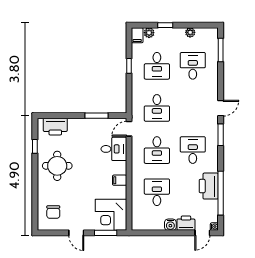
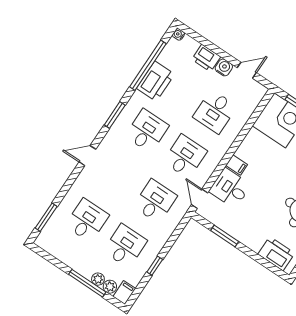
window: (165, 25) -> (87, 283), width x2.17
plant: (190, 32) -> (98, 279), moved
desk: (193, 66) -> (87, 220), turned 180
door: (129, 129) -> (200, 199), swing flipped
window: (221, 135) -> (115, 115), moved
desk: (193, 150) -> (147, 131), turned 180
filing cabinet: (120, 180) -> (237, 165), moved
door: (202, 233) -> (247, 70), moved

